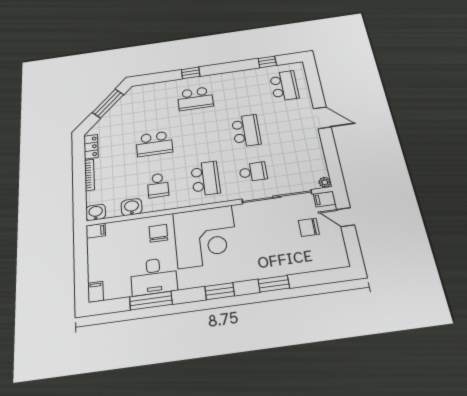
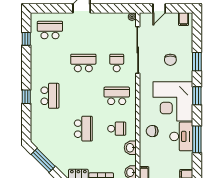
filing cabinet: (325, 199) -> (184, 19), moved
chair: (309, 227) -> (170, 60), moved
corner desk: (205, 237) -> (173, 101), moved, turned 180

